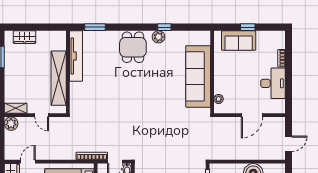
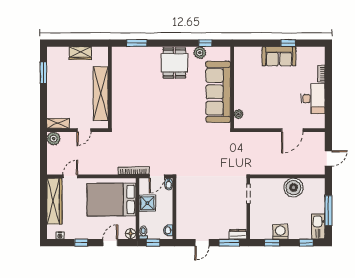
wardrobe: (24, 37) -> (80, 53), moved
tv unit: (76, 56) -> (118, 72), removed
wall: (212, 72) -> (232, 87), moved
sofa: (198, 76) -> (218, 92), moved
plant: (219, 99) -> (238, 114), moved
door: (42, 115) -> (84, 130), hinge flipped

